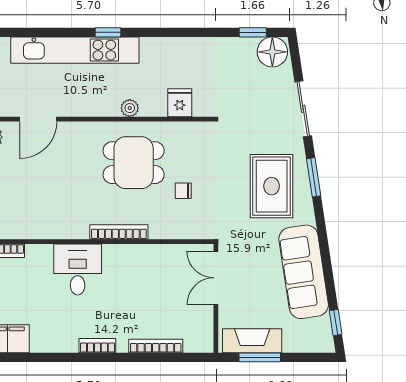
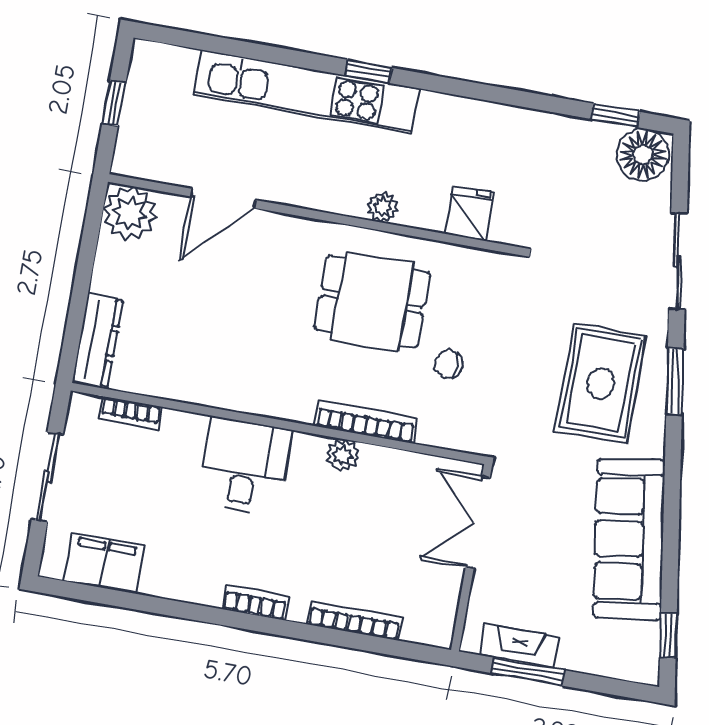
bookcase: (119, 232) -> (366, 422), moved
plant: (132, 253) -> (343, 455), added
fireplace: (252, 341) -> (520, 646), width x0.73, depth x0.76

